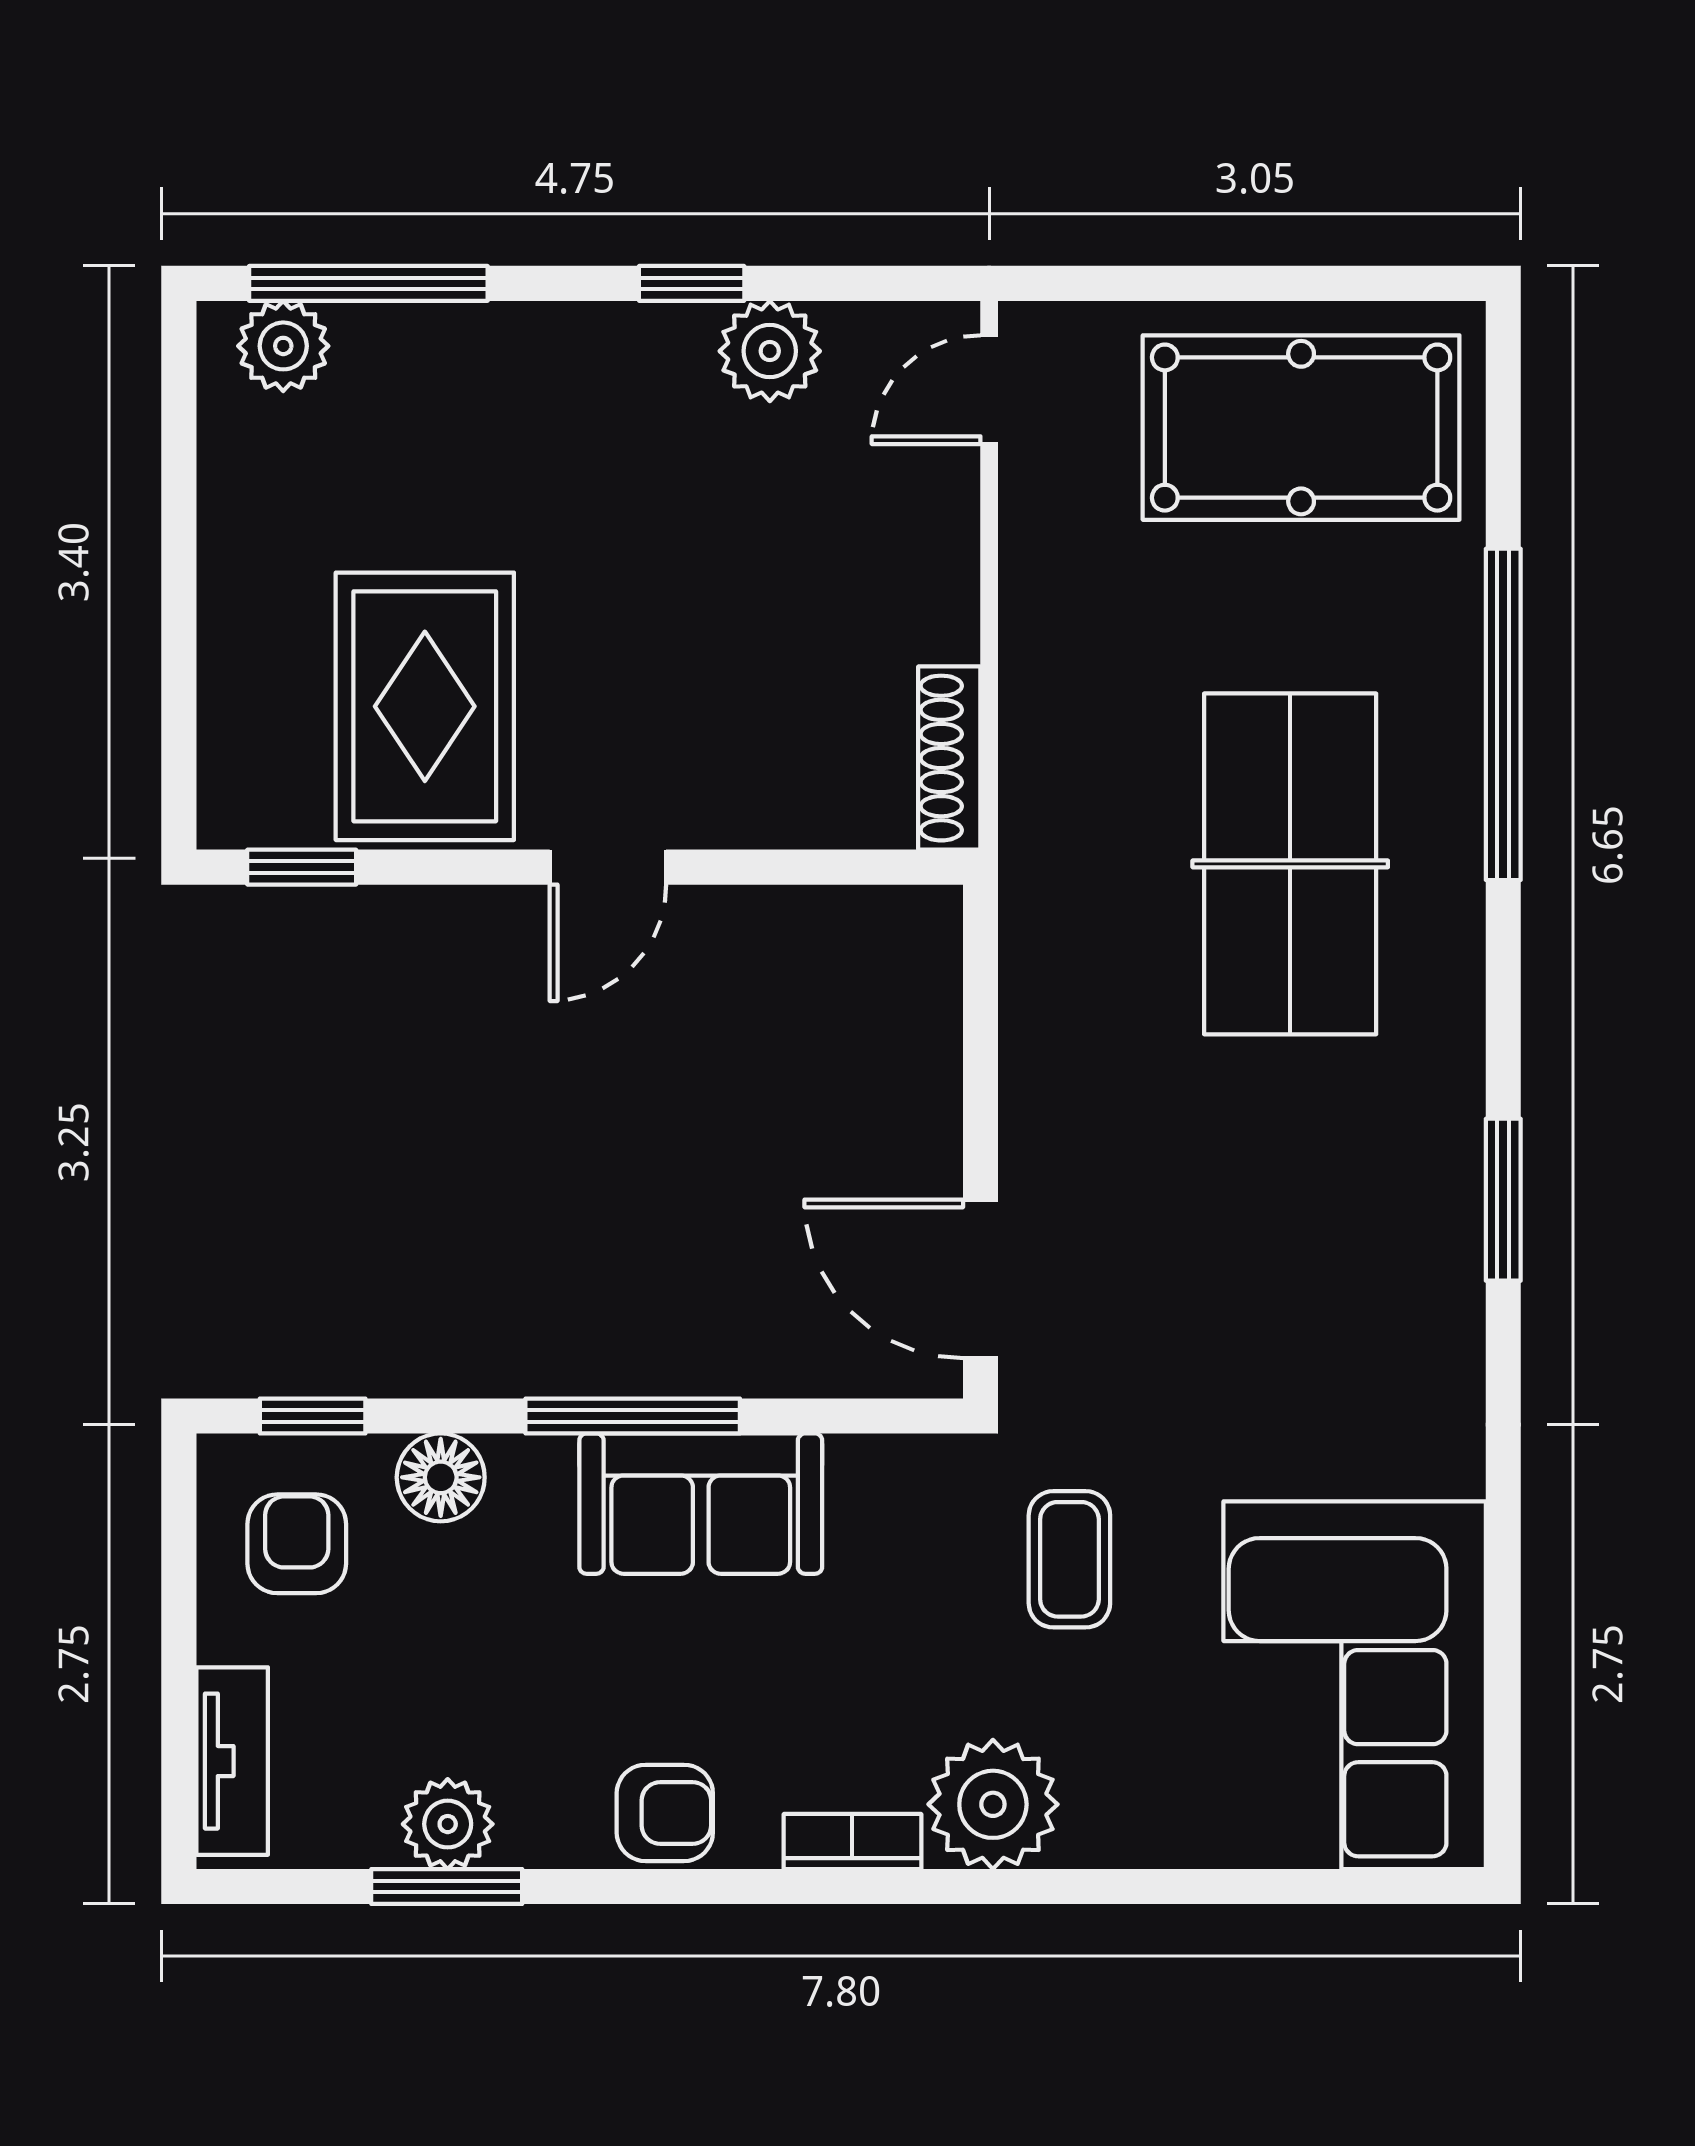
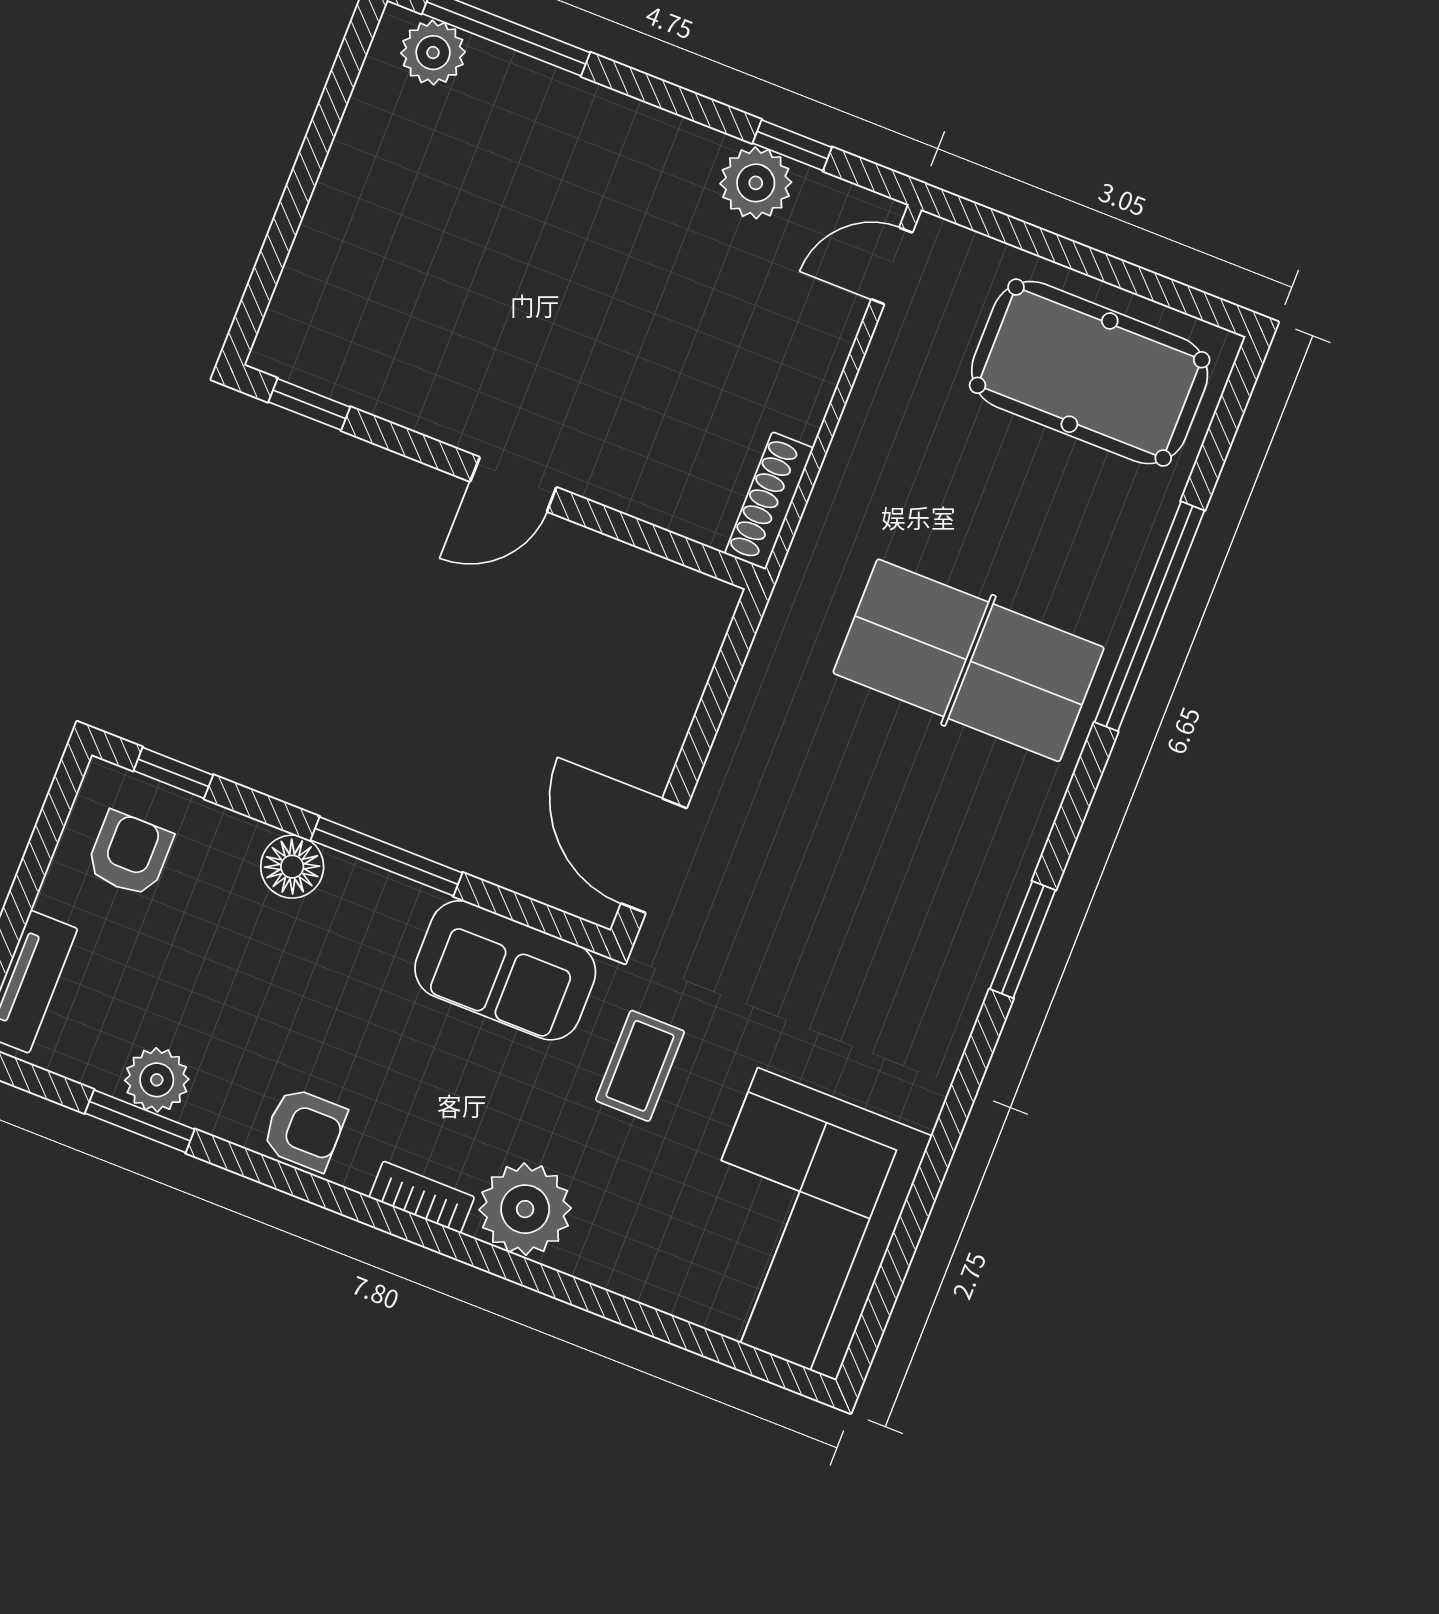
window: (692, 283) -> (792, 145), moved
rug: (425, 706) -> (433, 329), removed
table tennis table: (1290, 864) -> (968, 660), turned 90
floor lamp: (441, 1477) -> (292, 867), moved
sofa: (701, 1504) -> (505, 970), moved

